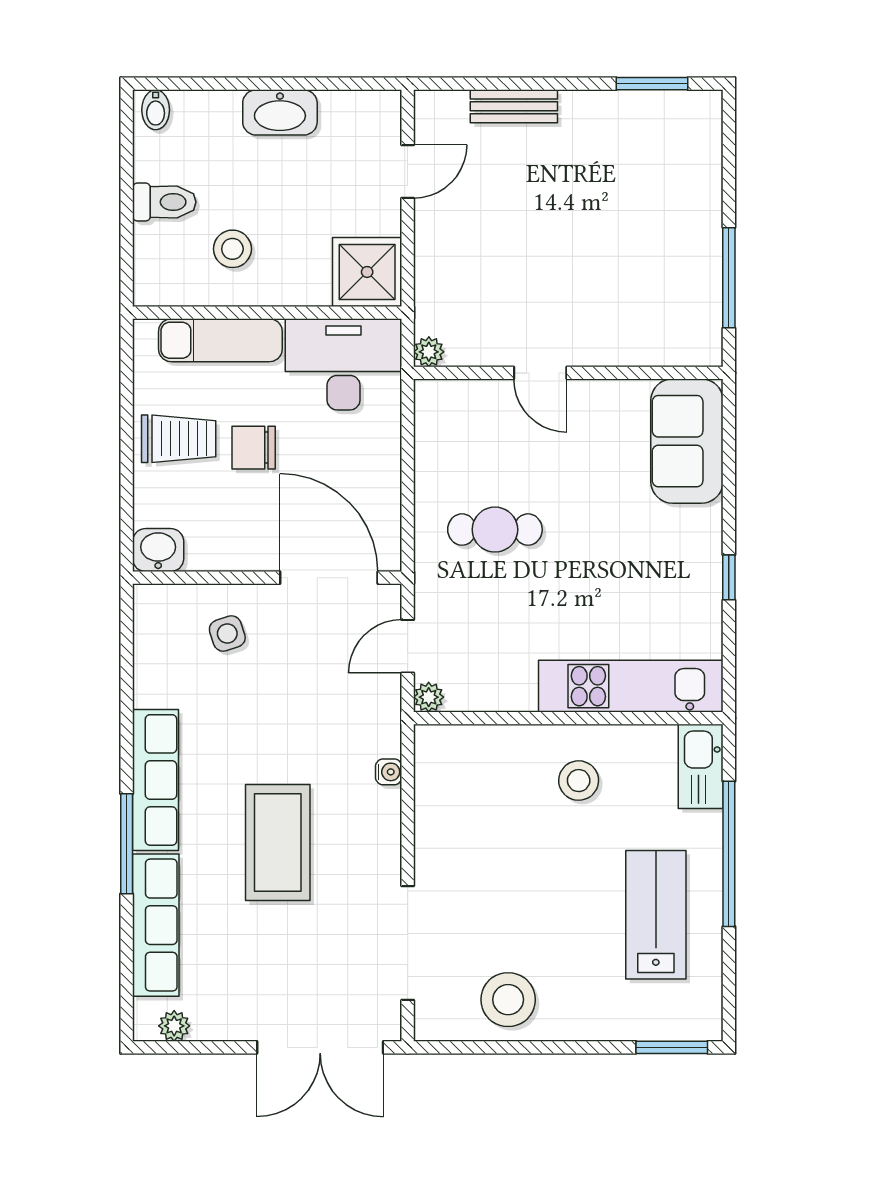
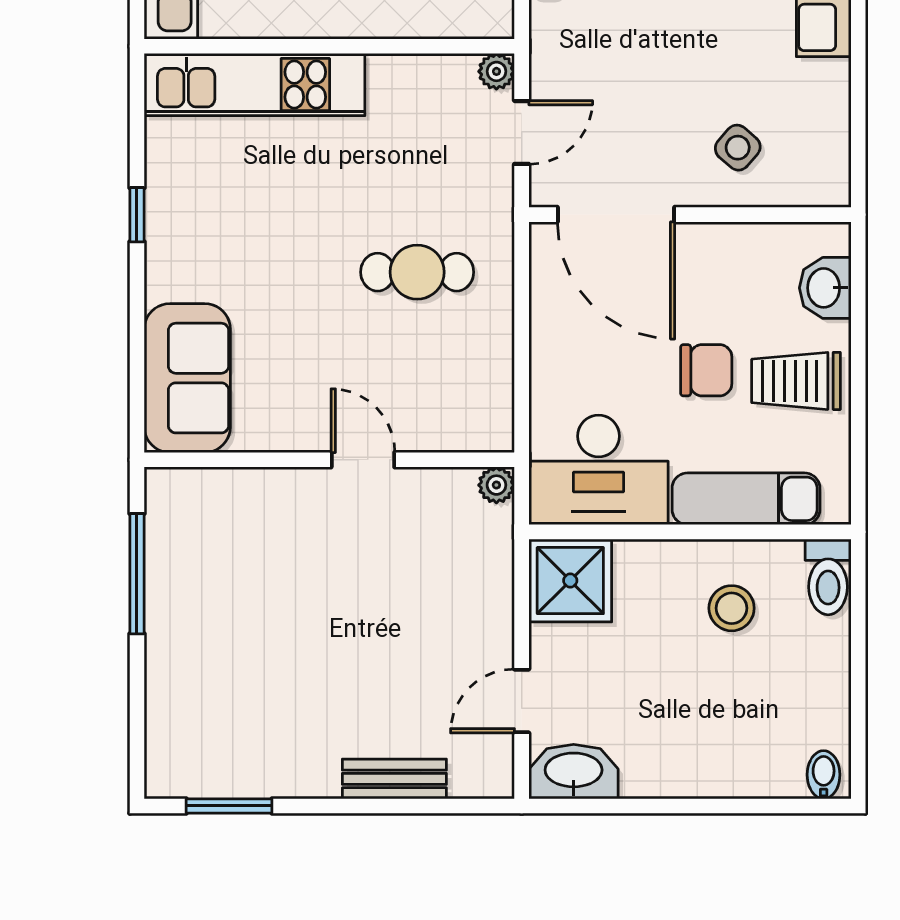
washbasin: (280, 112) -> (574, 772), moved
toilet: (164, 202) -> (828, 577), moved, turned -90
washbasin: (158, 550) -> (825, 288), moved, turned 90
side table: (227, 634) -> (738, 148), turned -31

